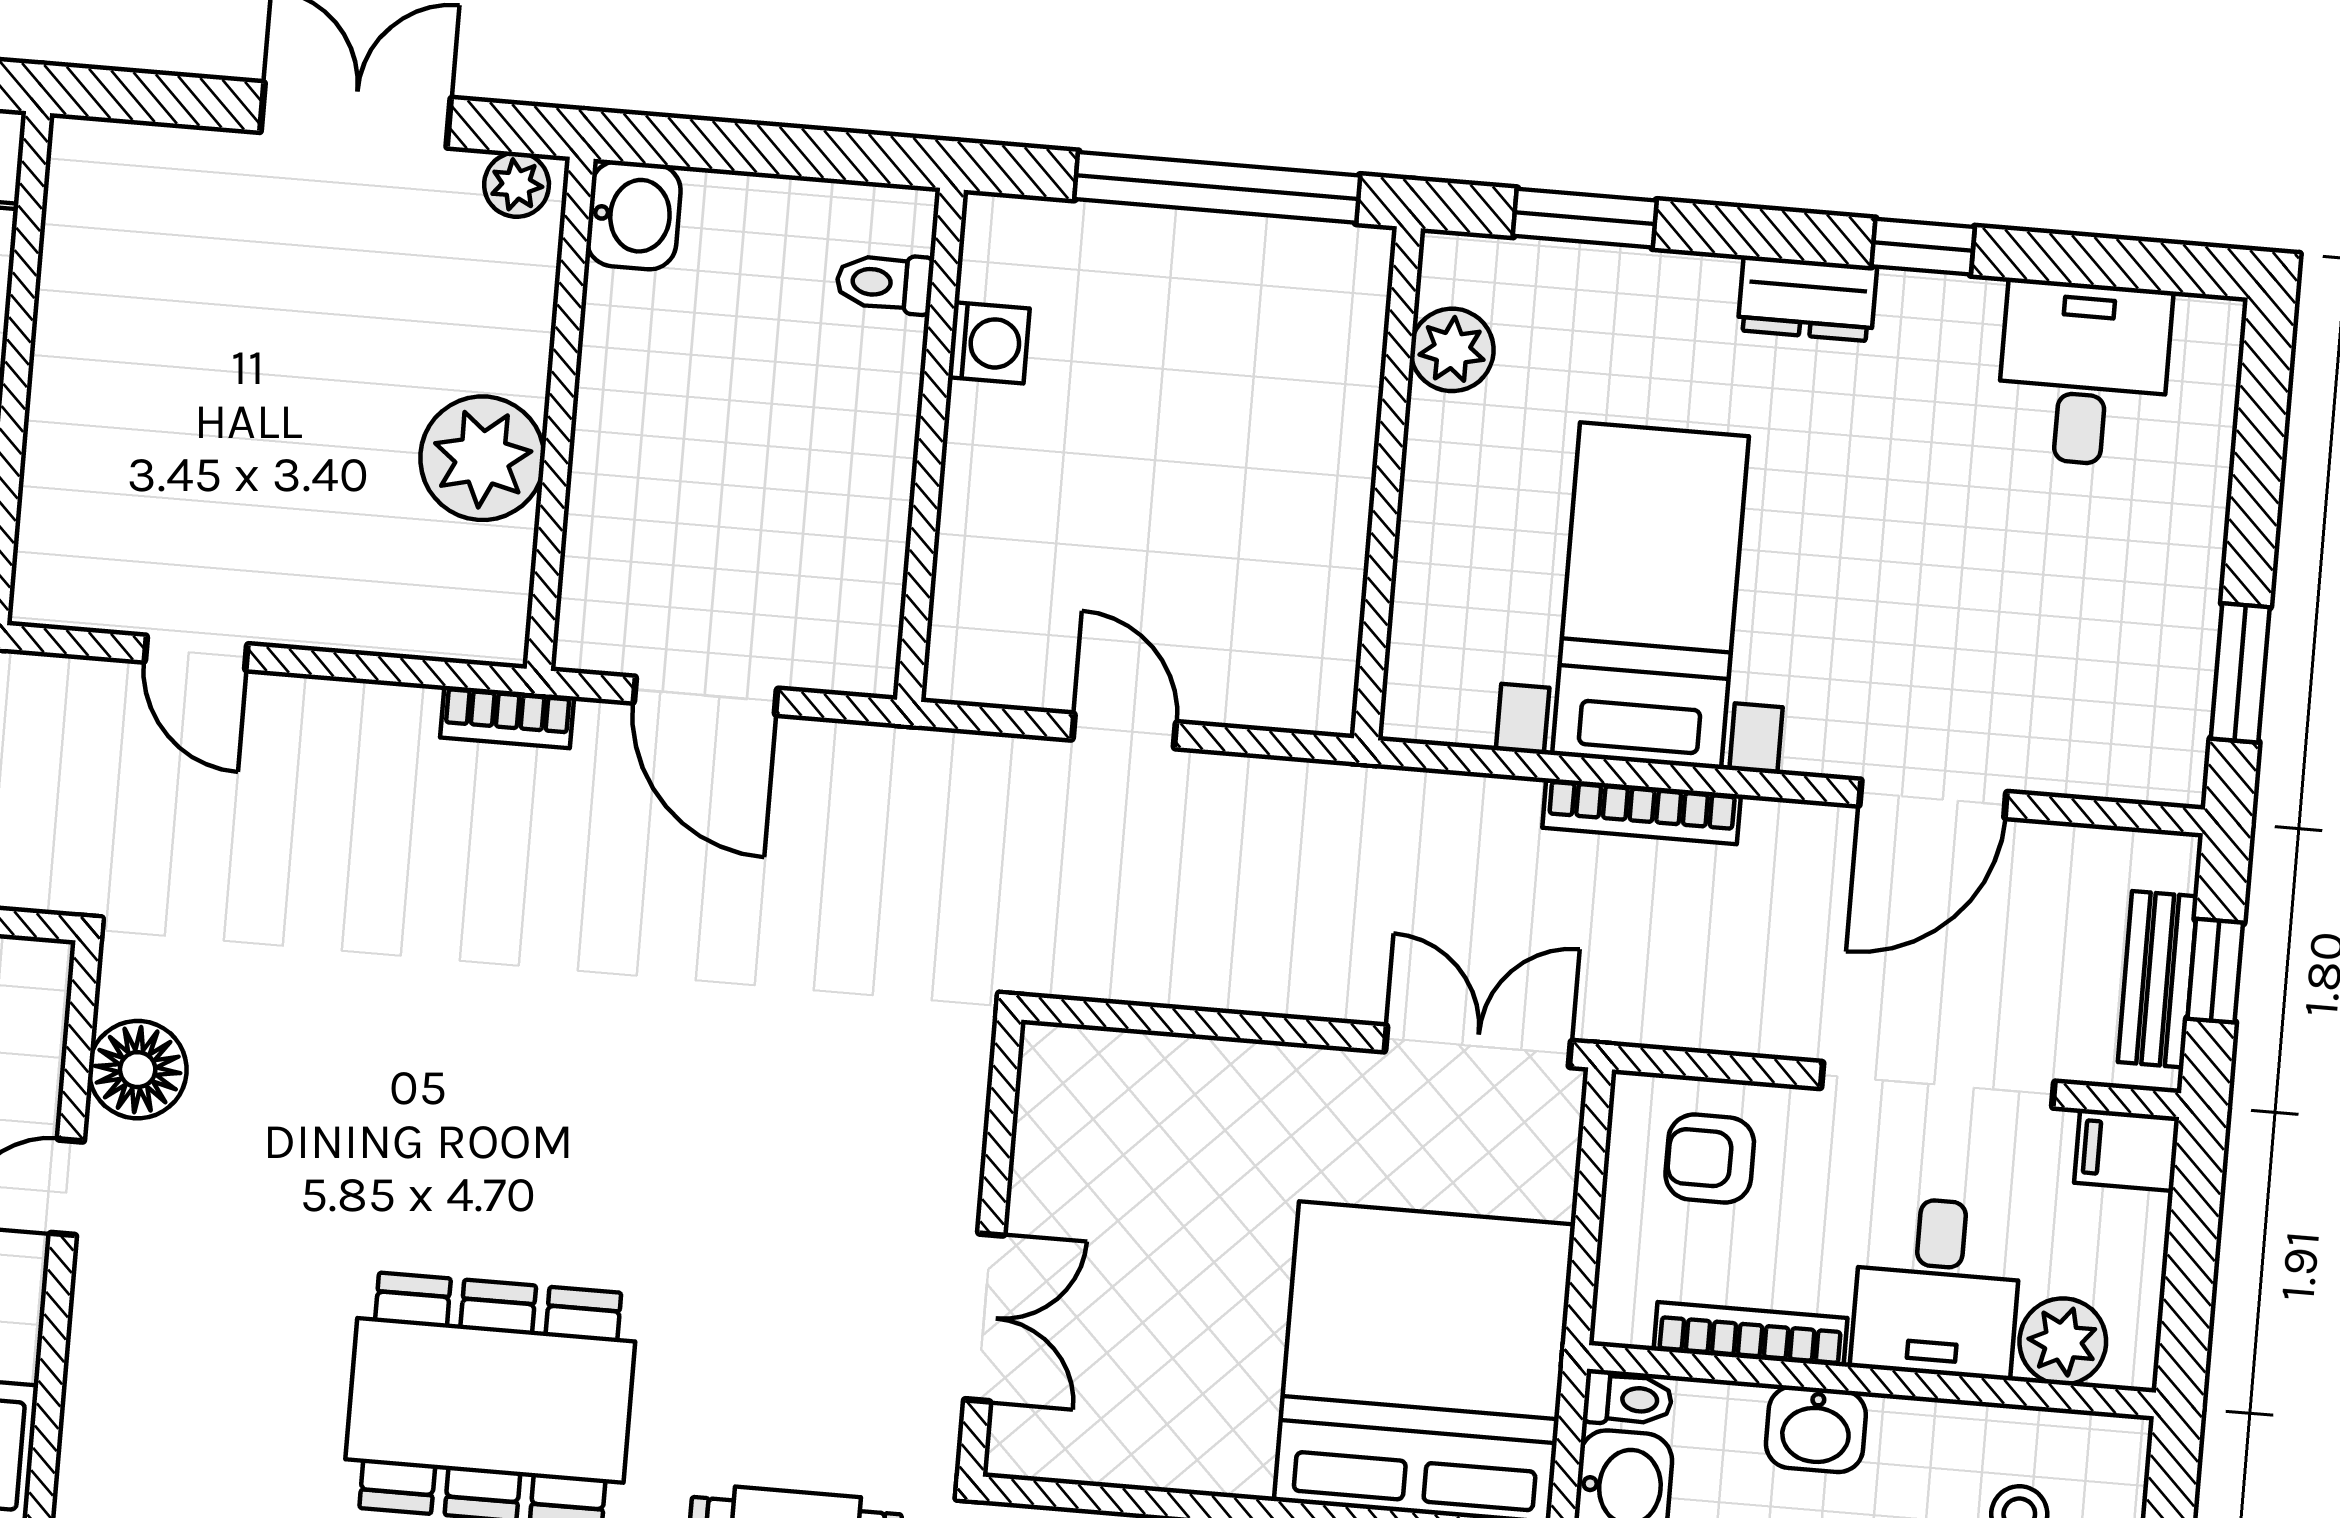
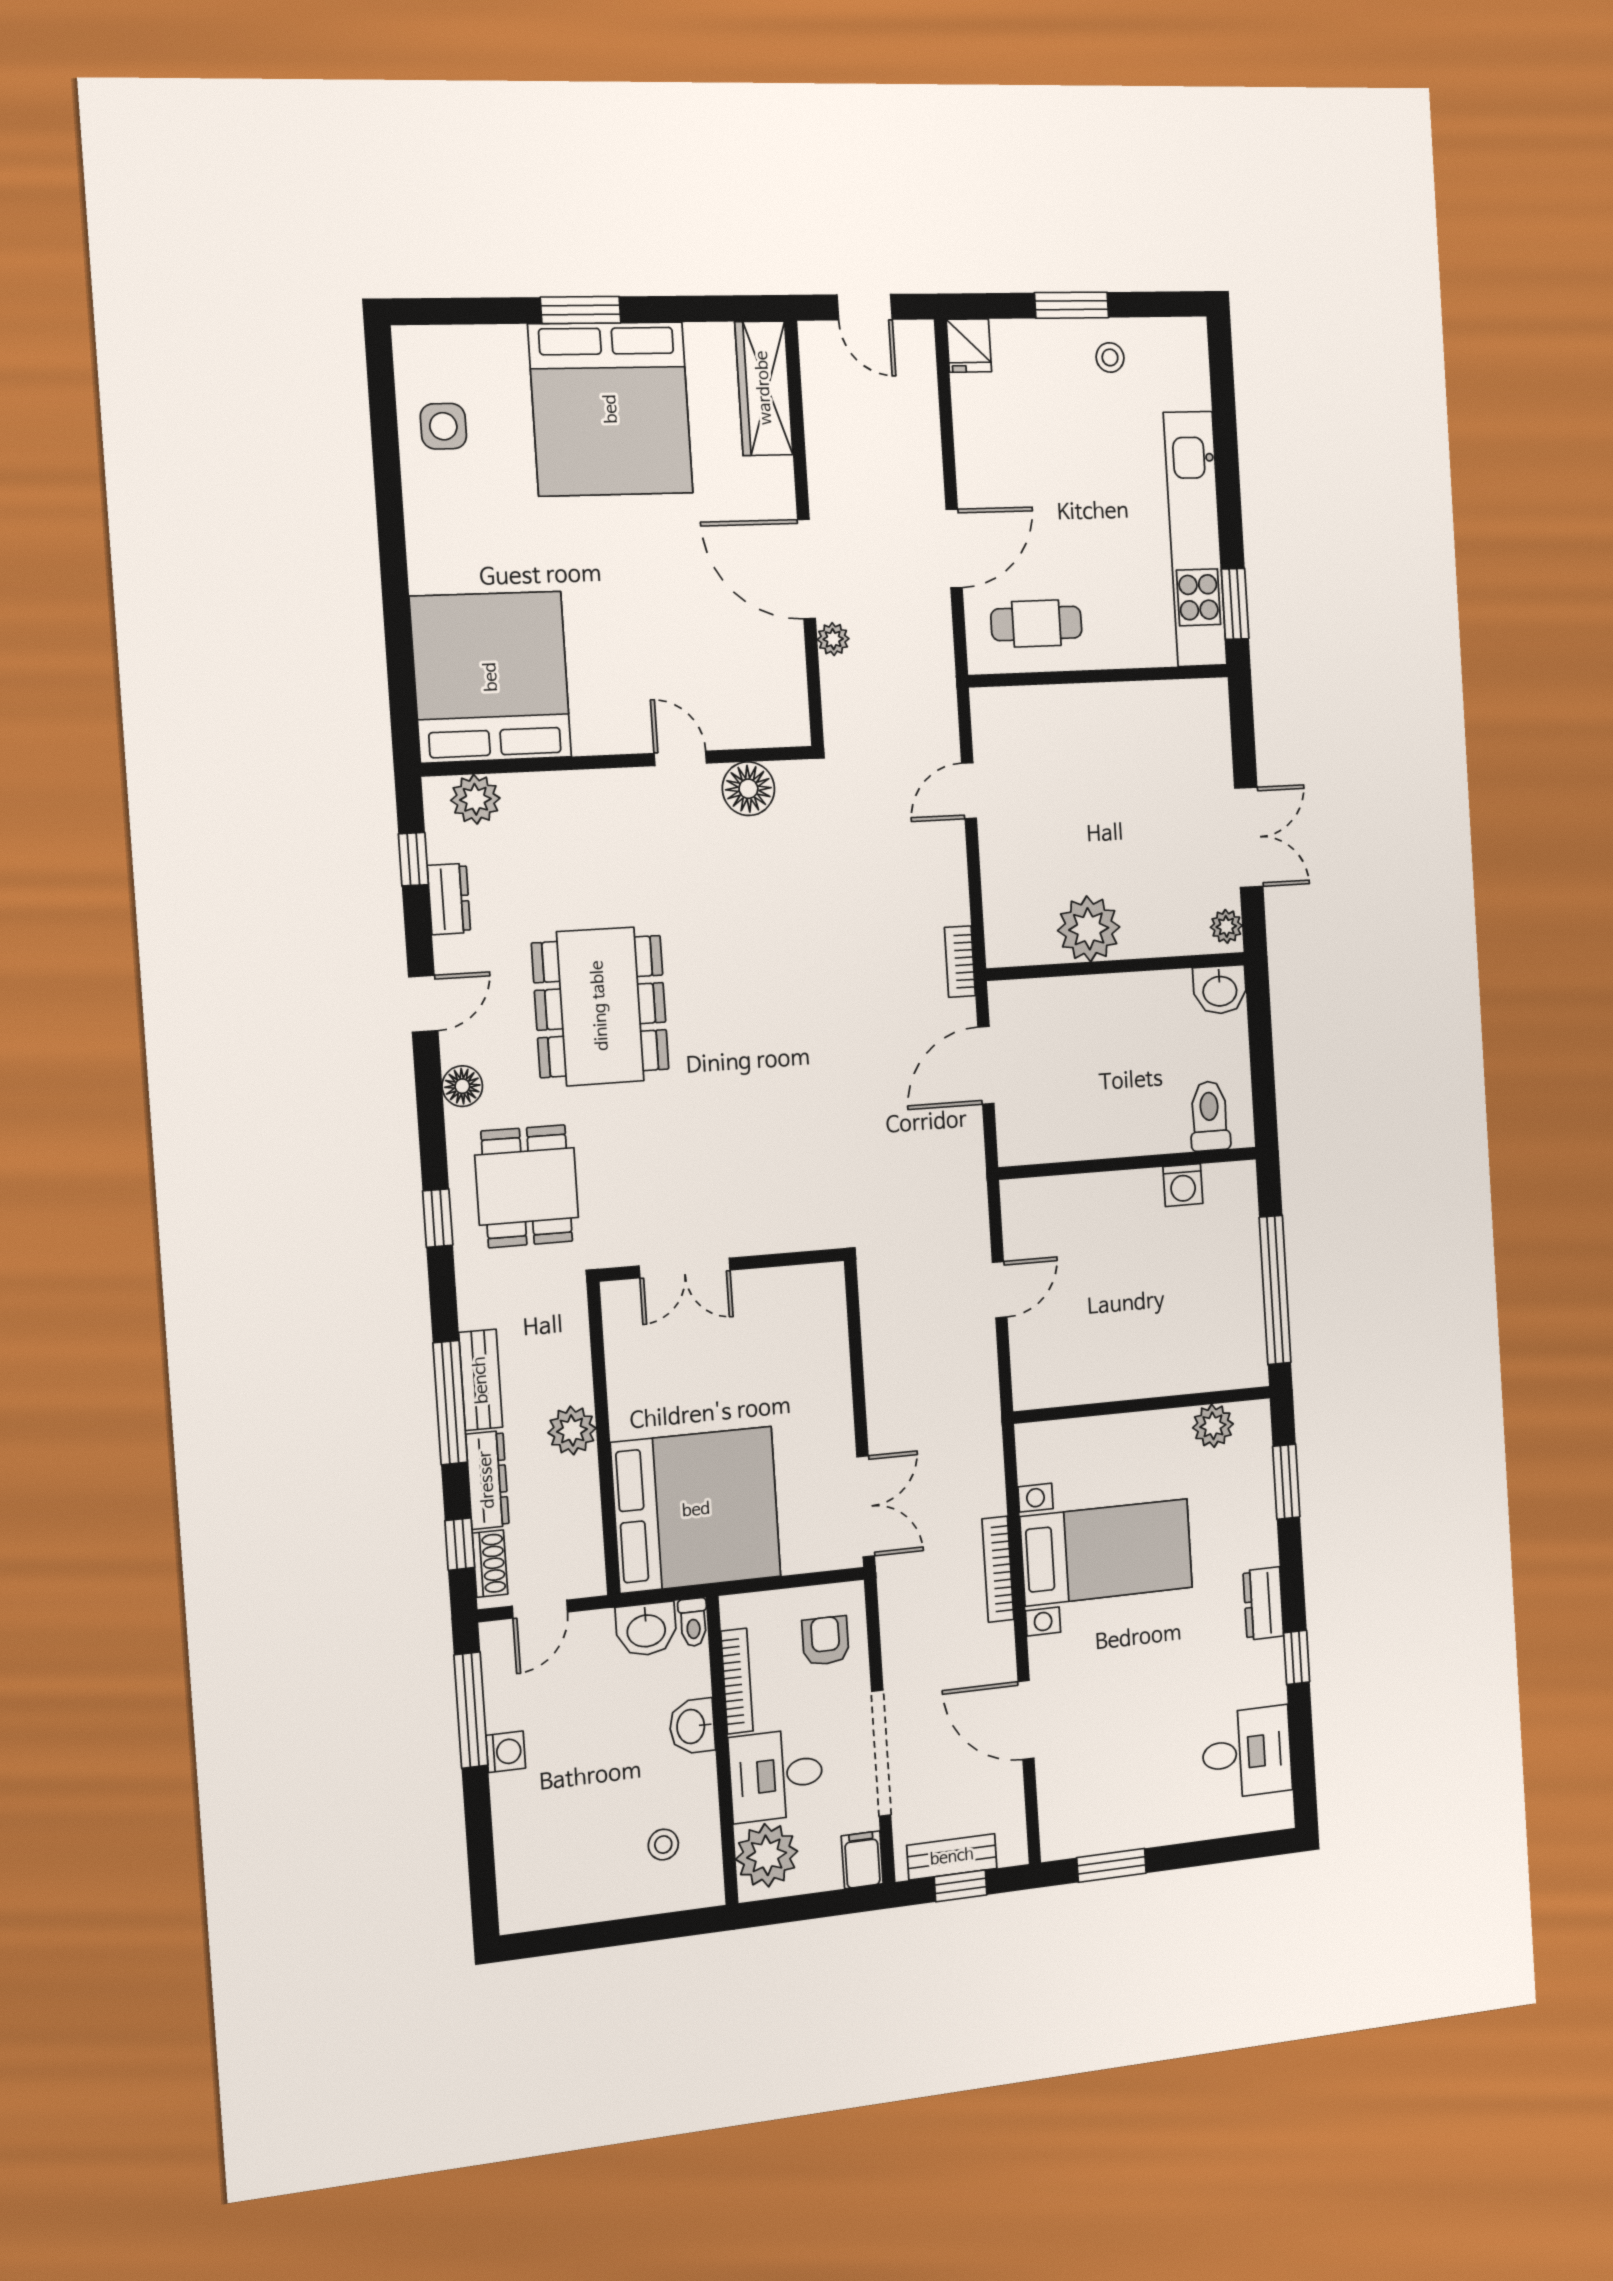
toilet: (885, 283) -> (1210, 1116), width x1.37, depth x1.39
plant: (2063, 1341) -> (767, 1855), width x1.36, depth x1.36

